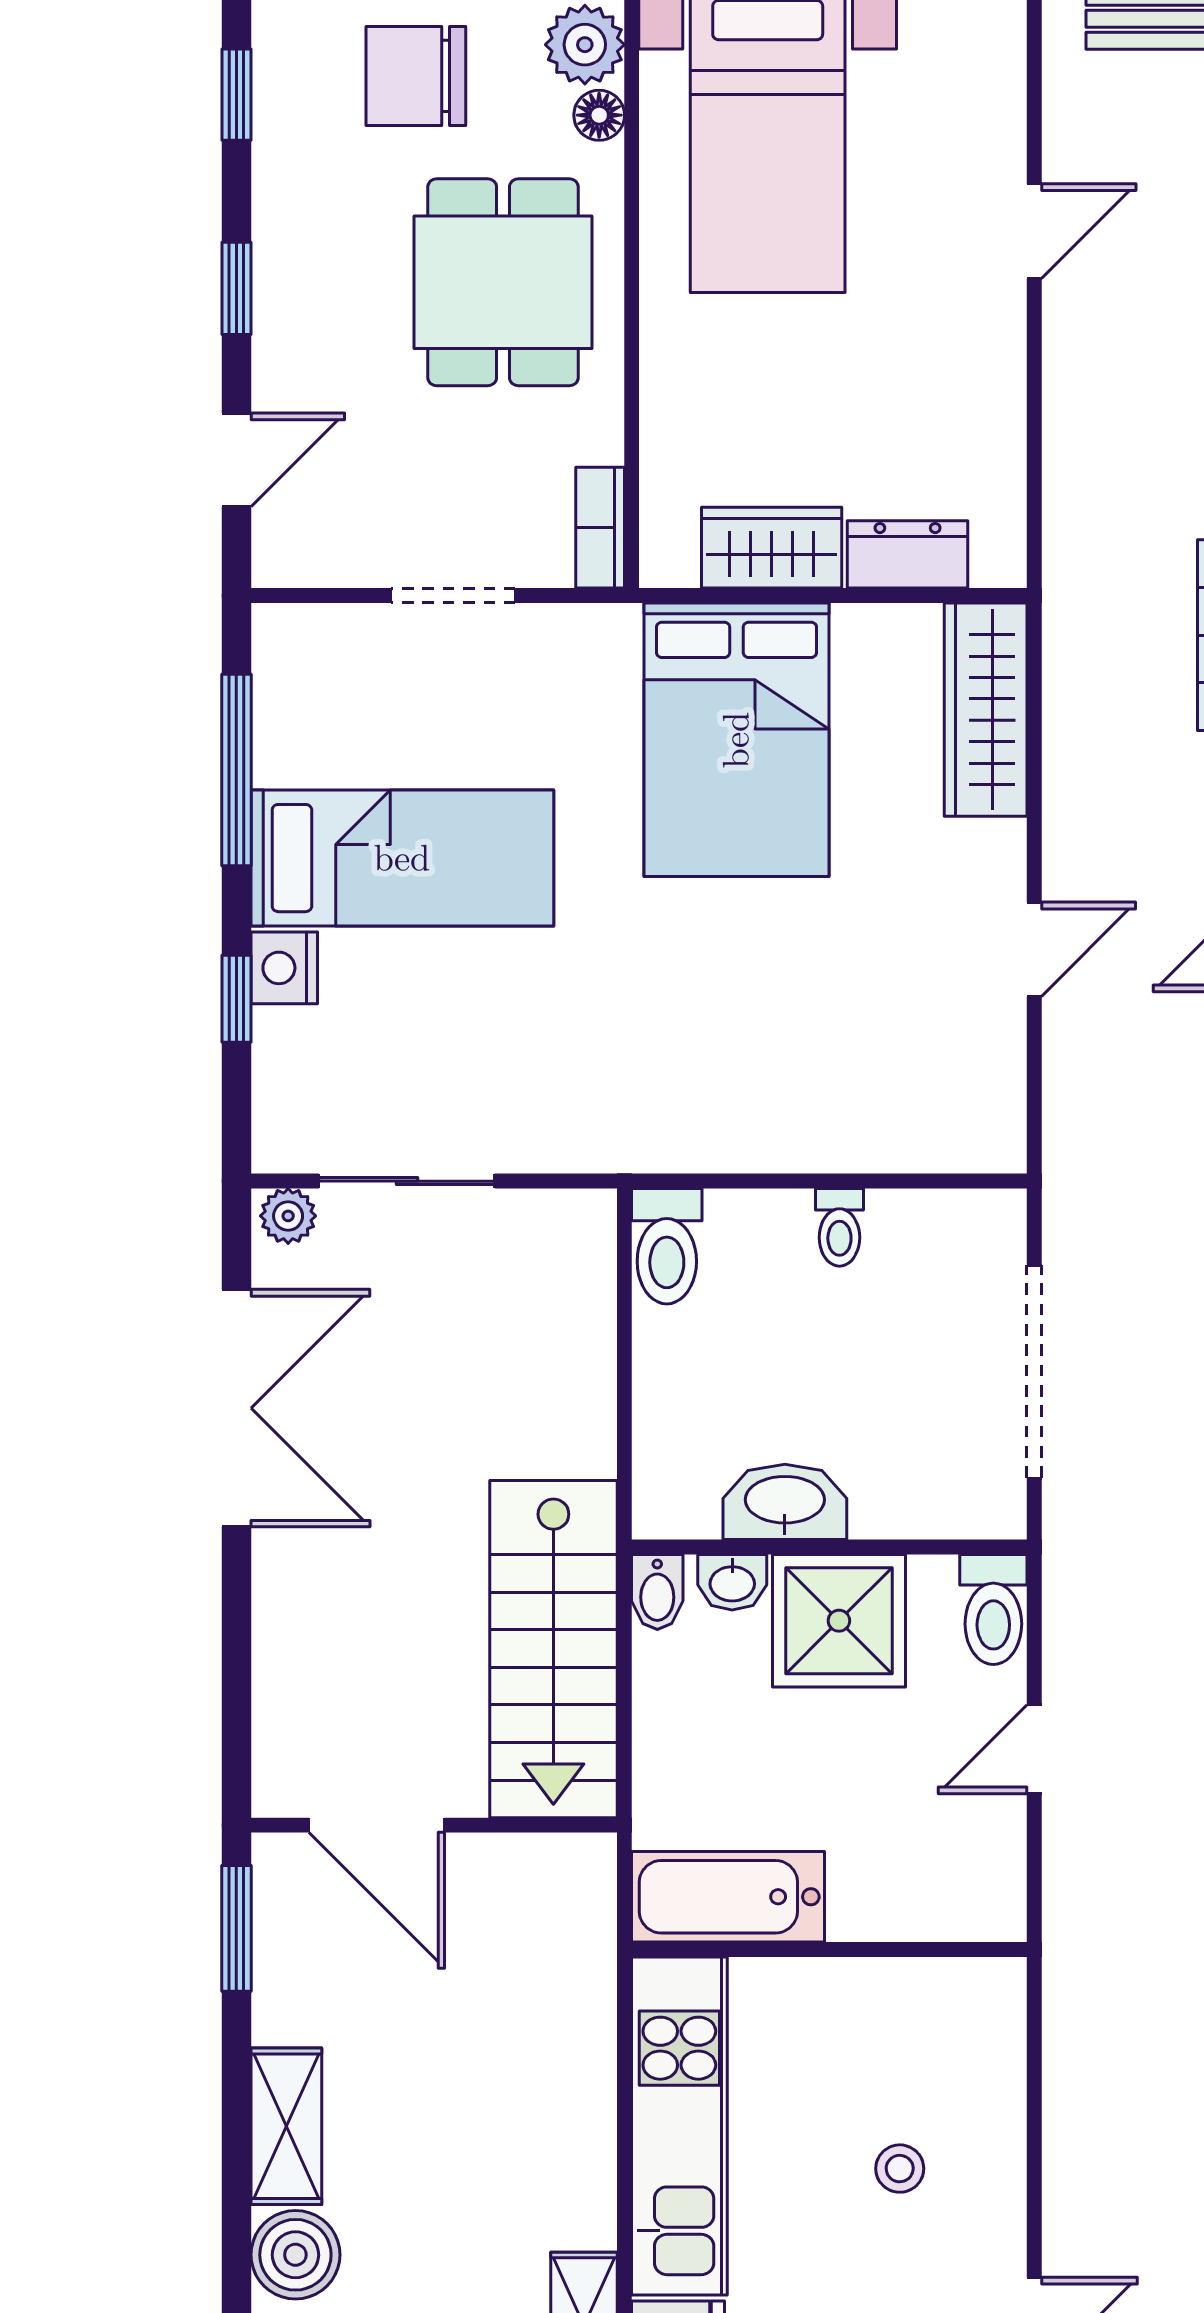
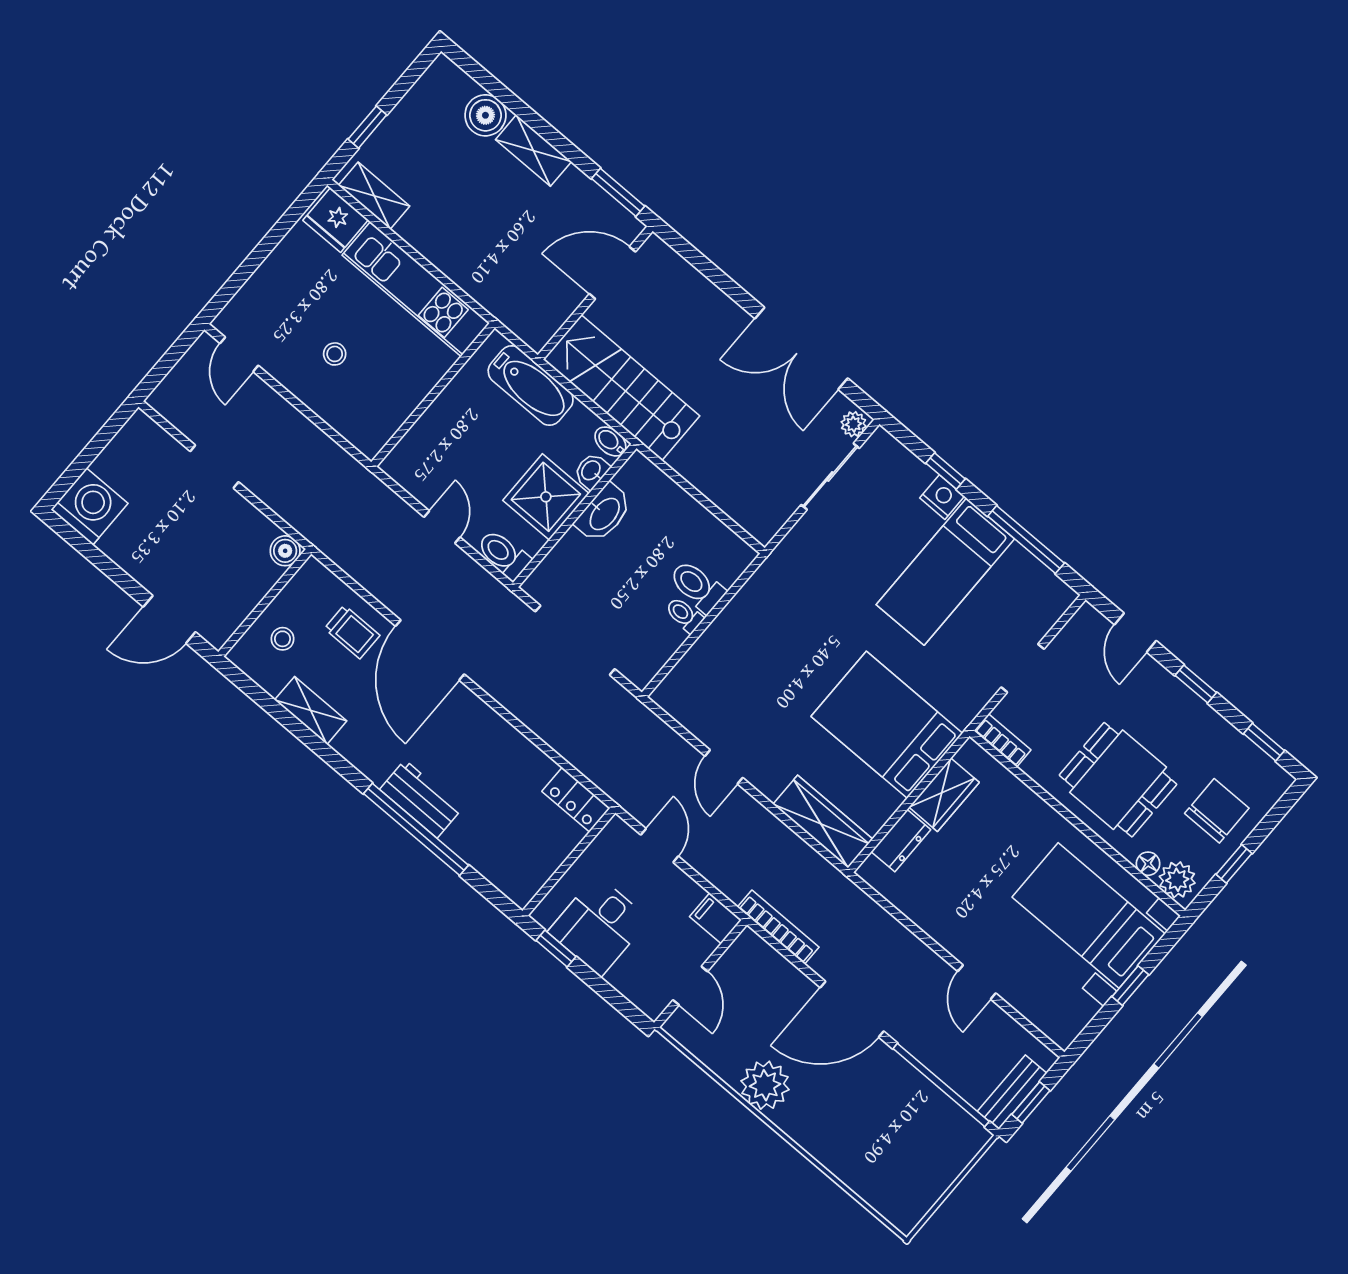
toilet: (667, 1246) -> (697, 586), moved
bathtub: (728, 1897) -> (531, 386), moved, turned 90

